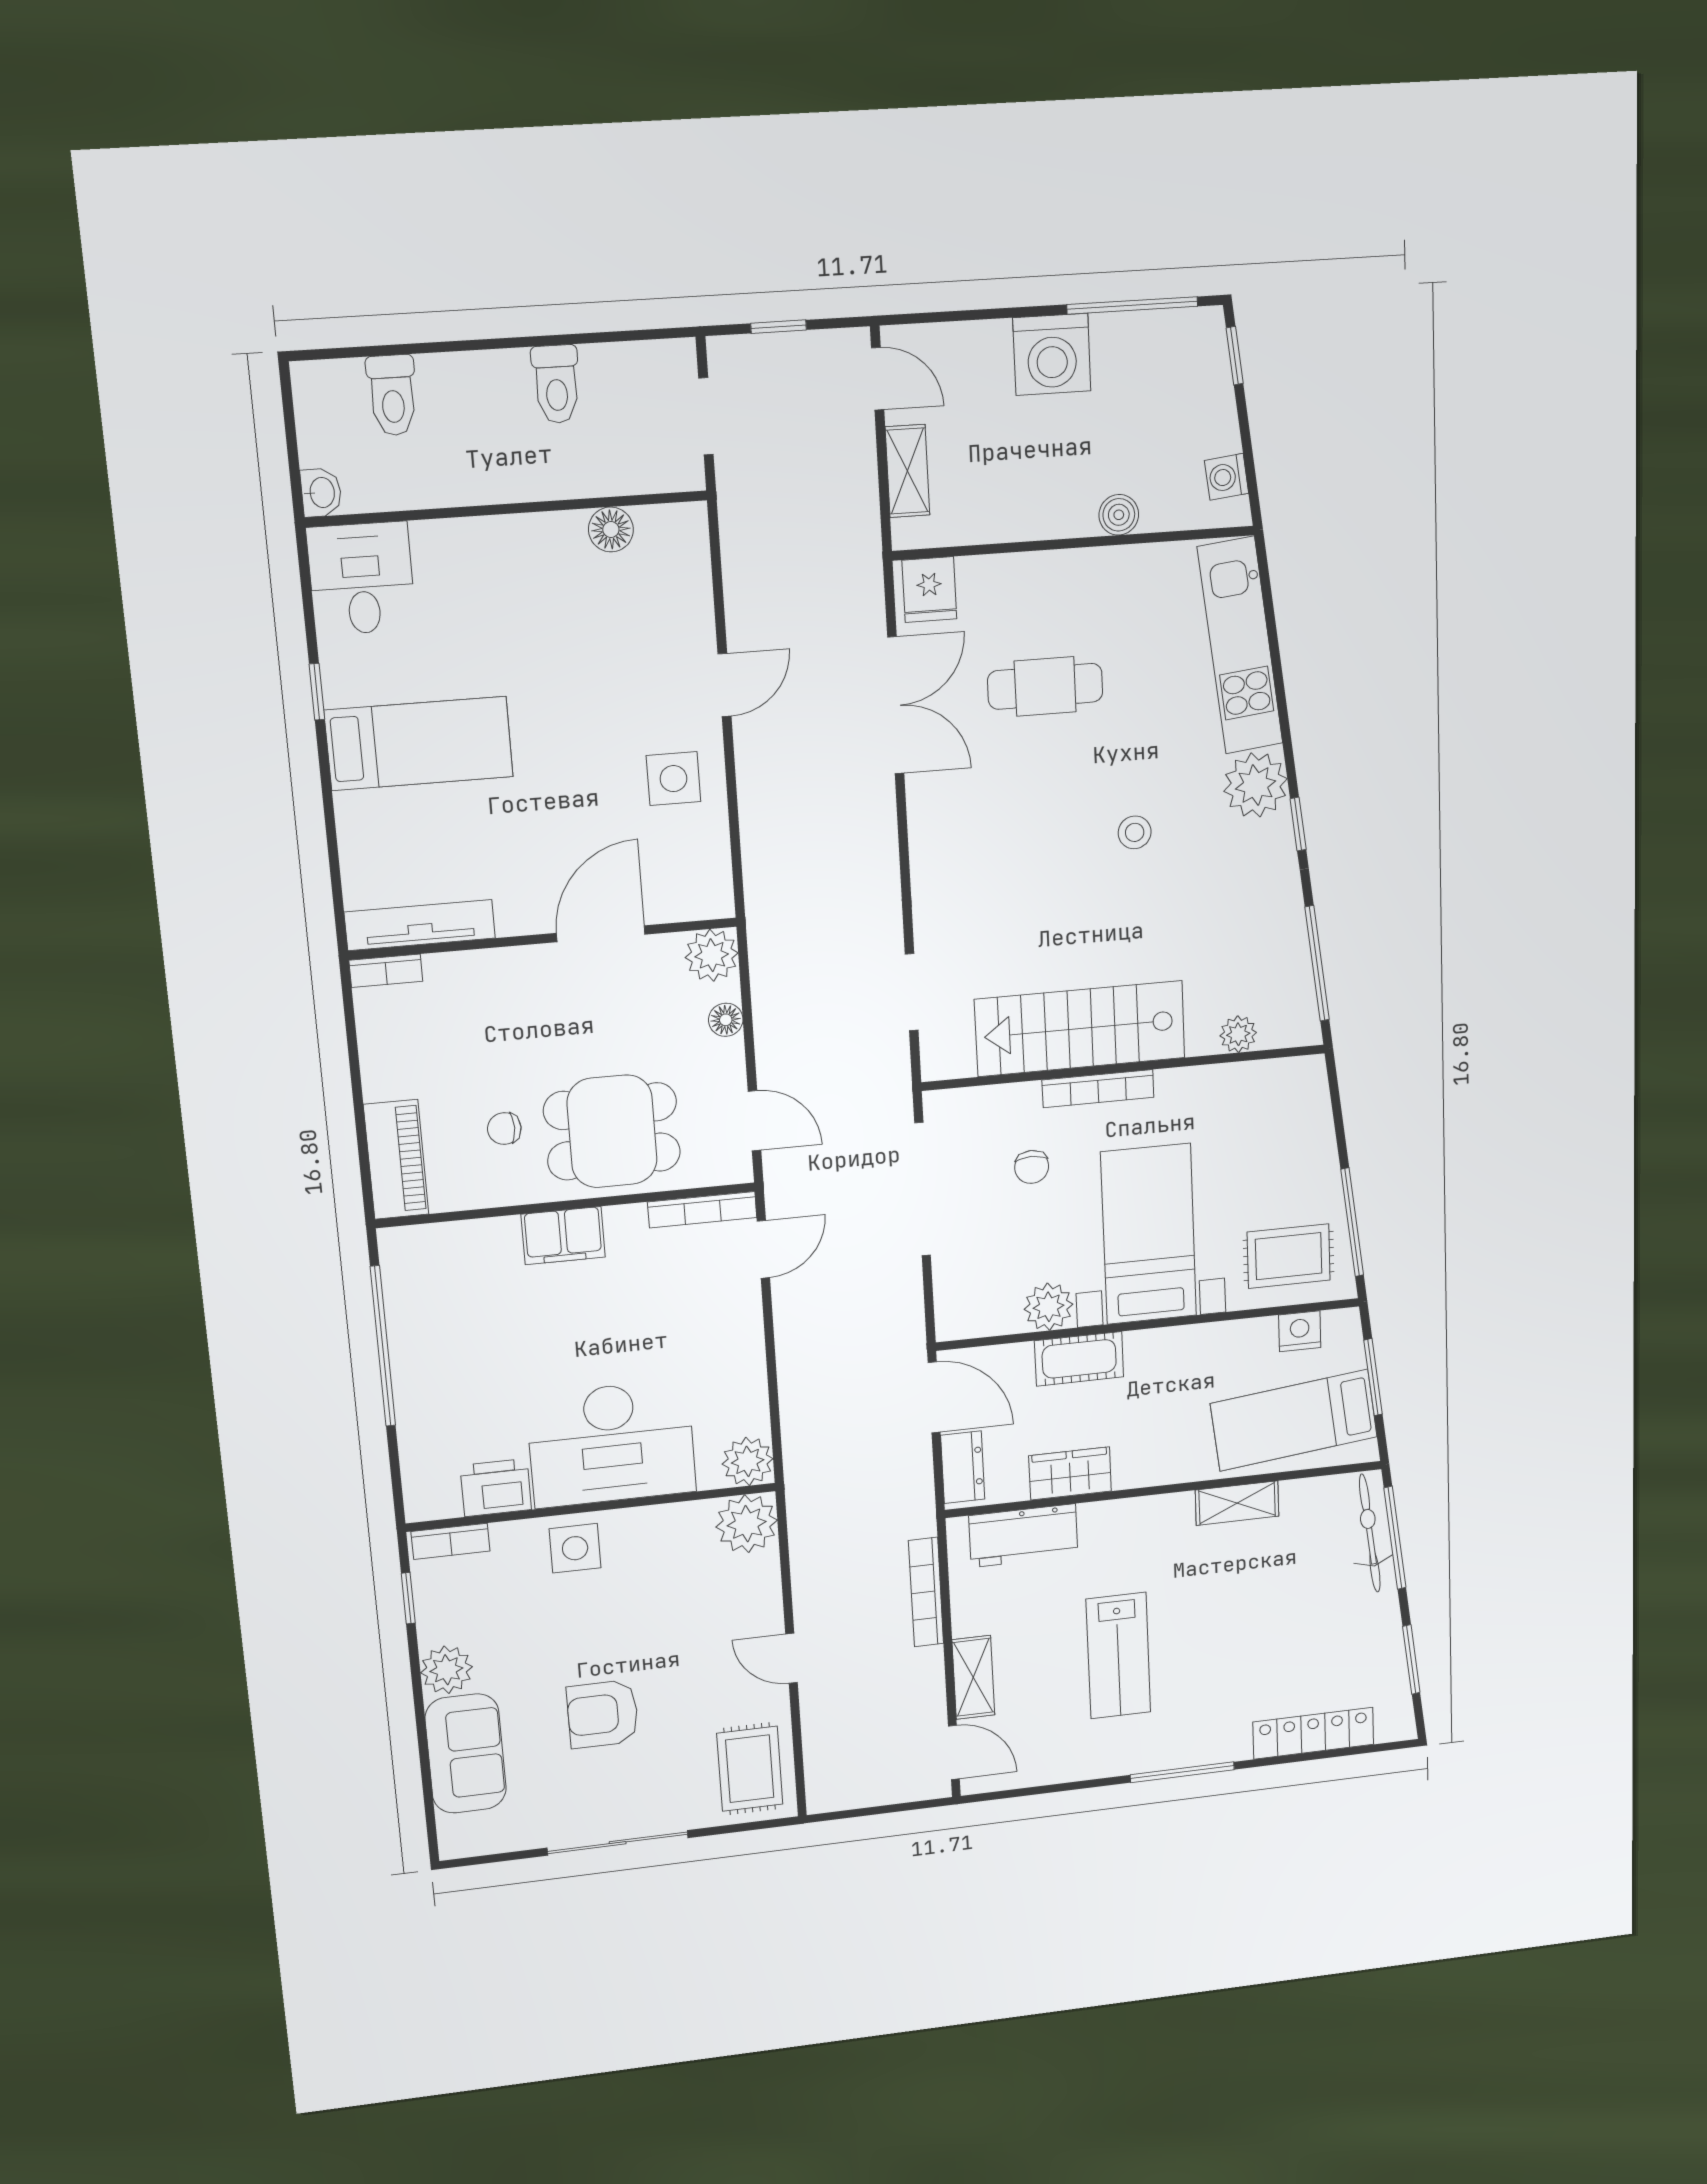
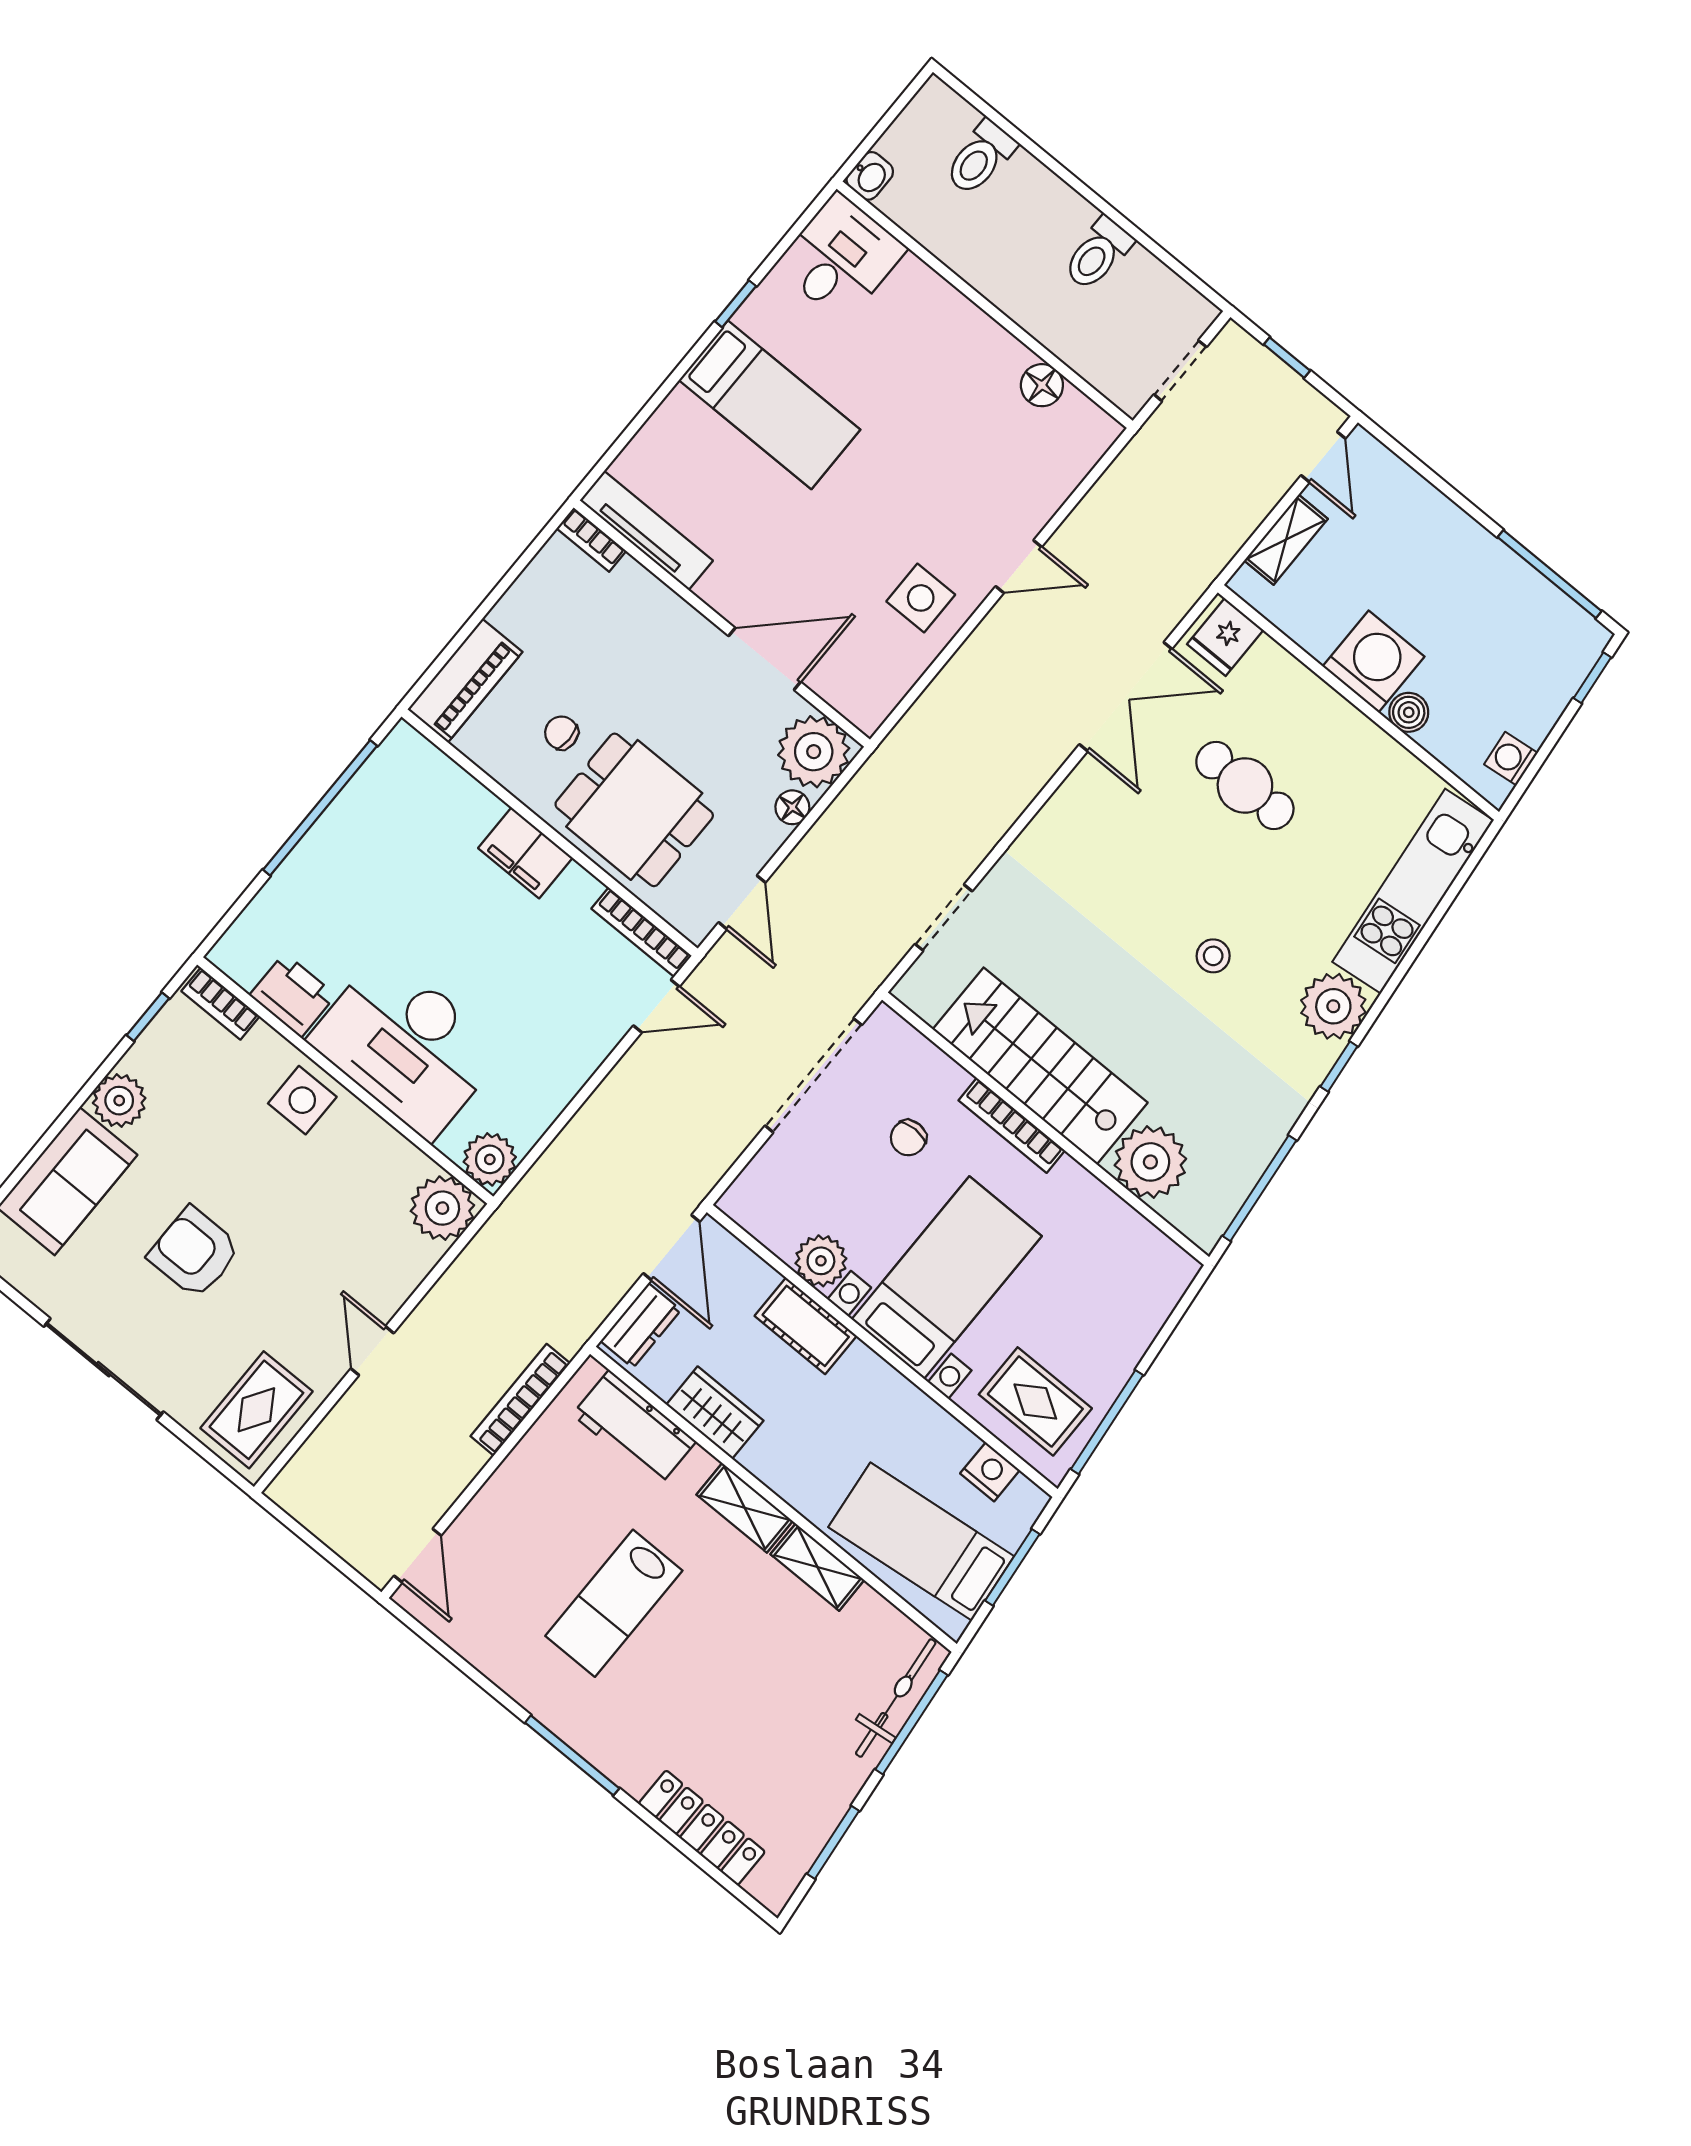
washing machine: (1052, 354) -> (1374, 661), moved, turned 180
plant: (712, 955) -> (814, 752), width x1.36, depth x1.36
plant: (1238, 1034) -> (1150, 1162), width x1.88, depth x1.88
shelving: (973, 1677) -> (745, 1508), moved, turned 90

